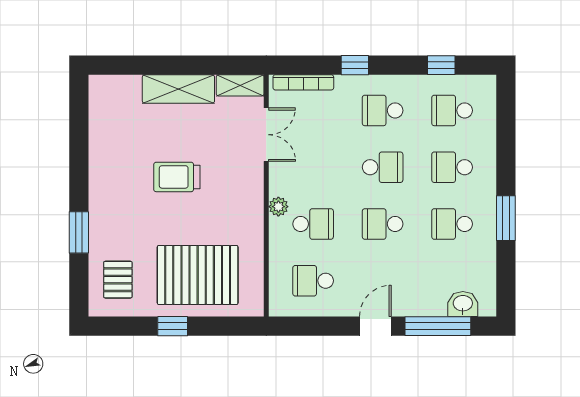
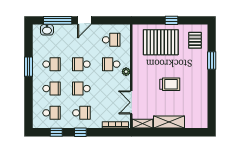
window: (355, 65) -> (80, 132), moved
school desk: (383, 224) -> (81, 64), turned 180

